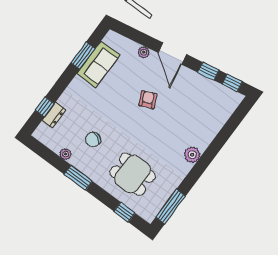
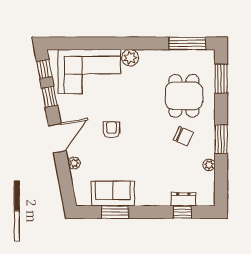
armchair: (148, 100) -> (111, 130), turned 115
corner sofa: (205, 116) -> (89, 72), added
chair: (93, 139) -> (184, 136), moved
window: (124, 212) -> (221, 79), width x1.50

